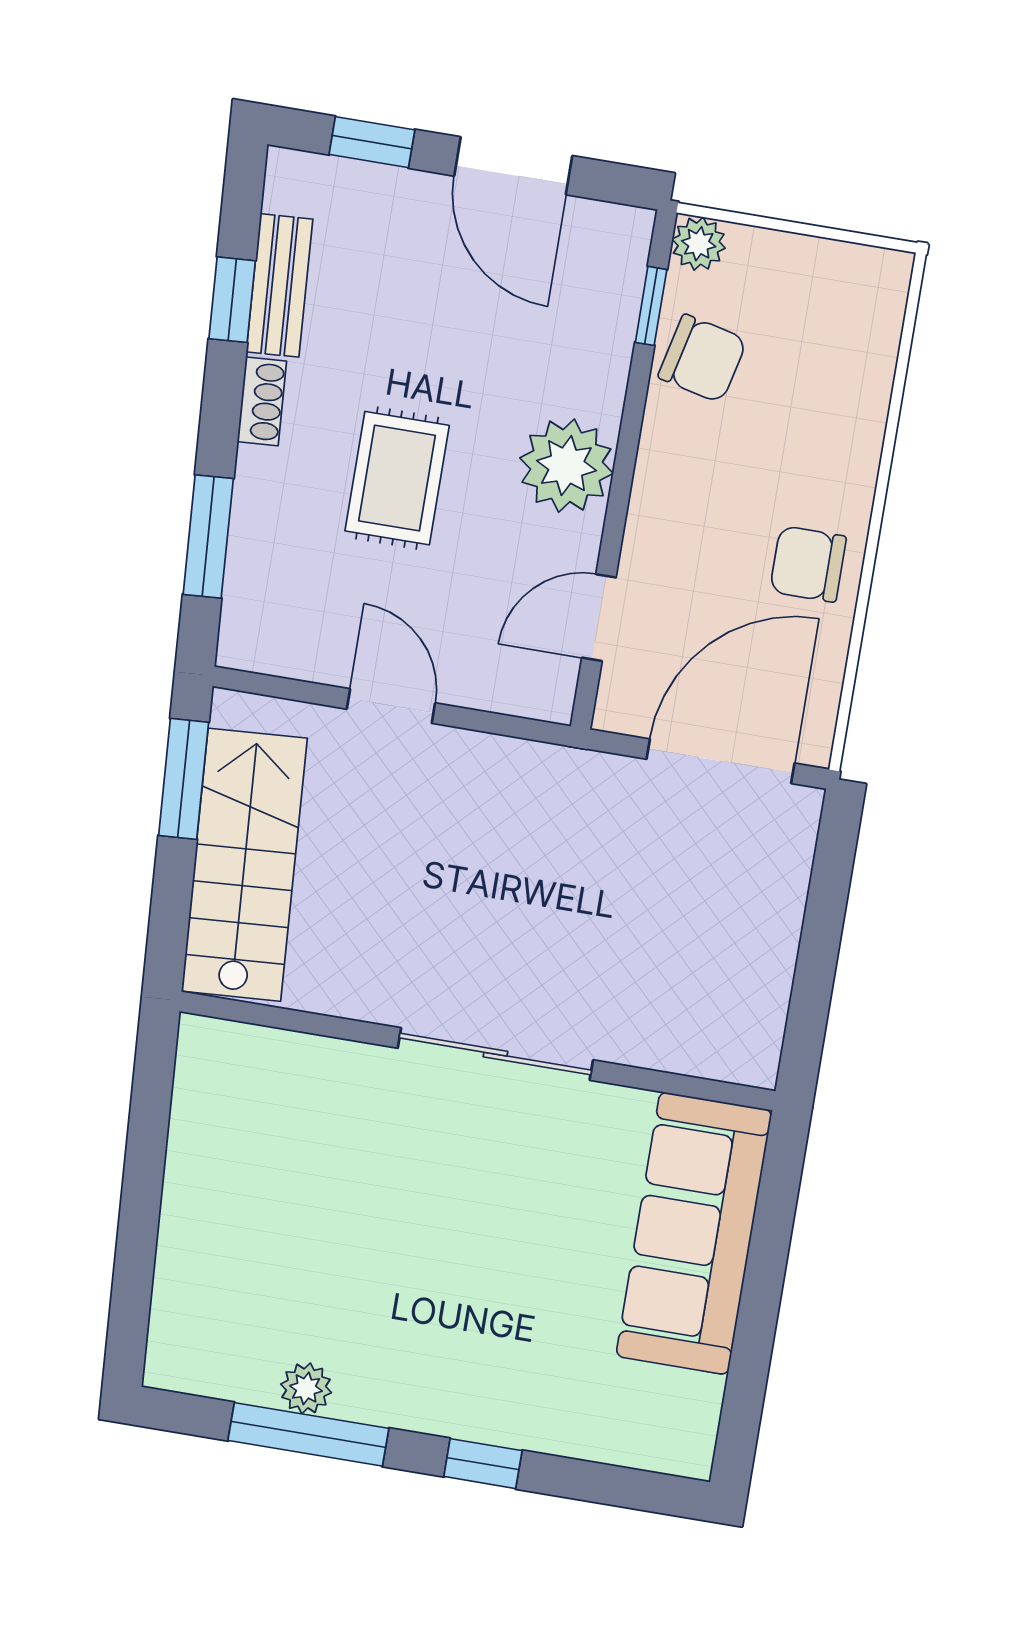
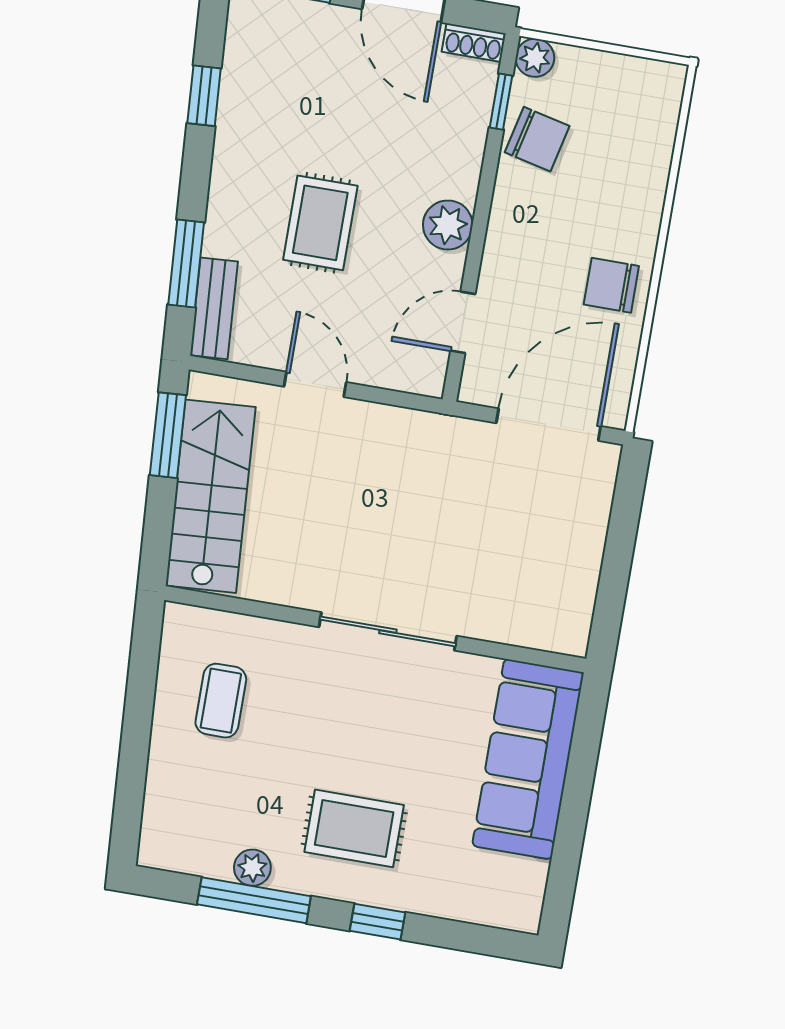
bench: (280, 285) -> (214, 308), moved
shoe rack: (262, 401) -> (474, 43), moved, turned 94
plant: (566, 466) -> (448, 225), width x0.73, depth x0.73
coffee table: (260, 1153) -> (221, 701), added
rug: (449, 1332) -> (354, 828), added

